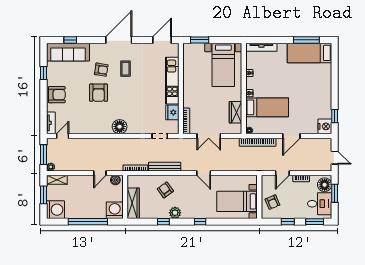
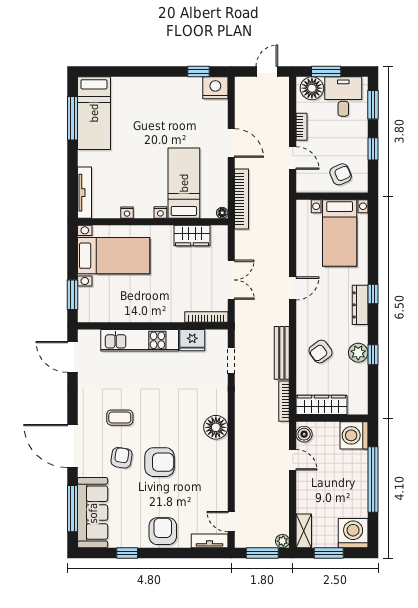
window: (70, 40) -> (72, 509), width x2.17
door: (119, 40) -> (72, 446), moved
wardrobe: (133, 203) -> (321, 405), moved
plant: (175, 213) -> (358, 353), moved
dresser: (194, 214) -> (360, 305), added

